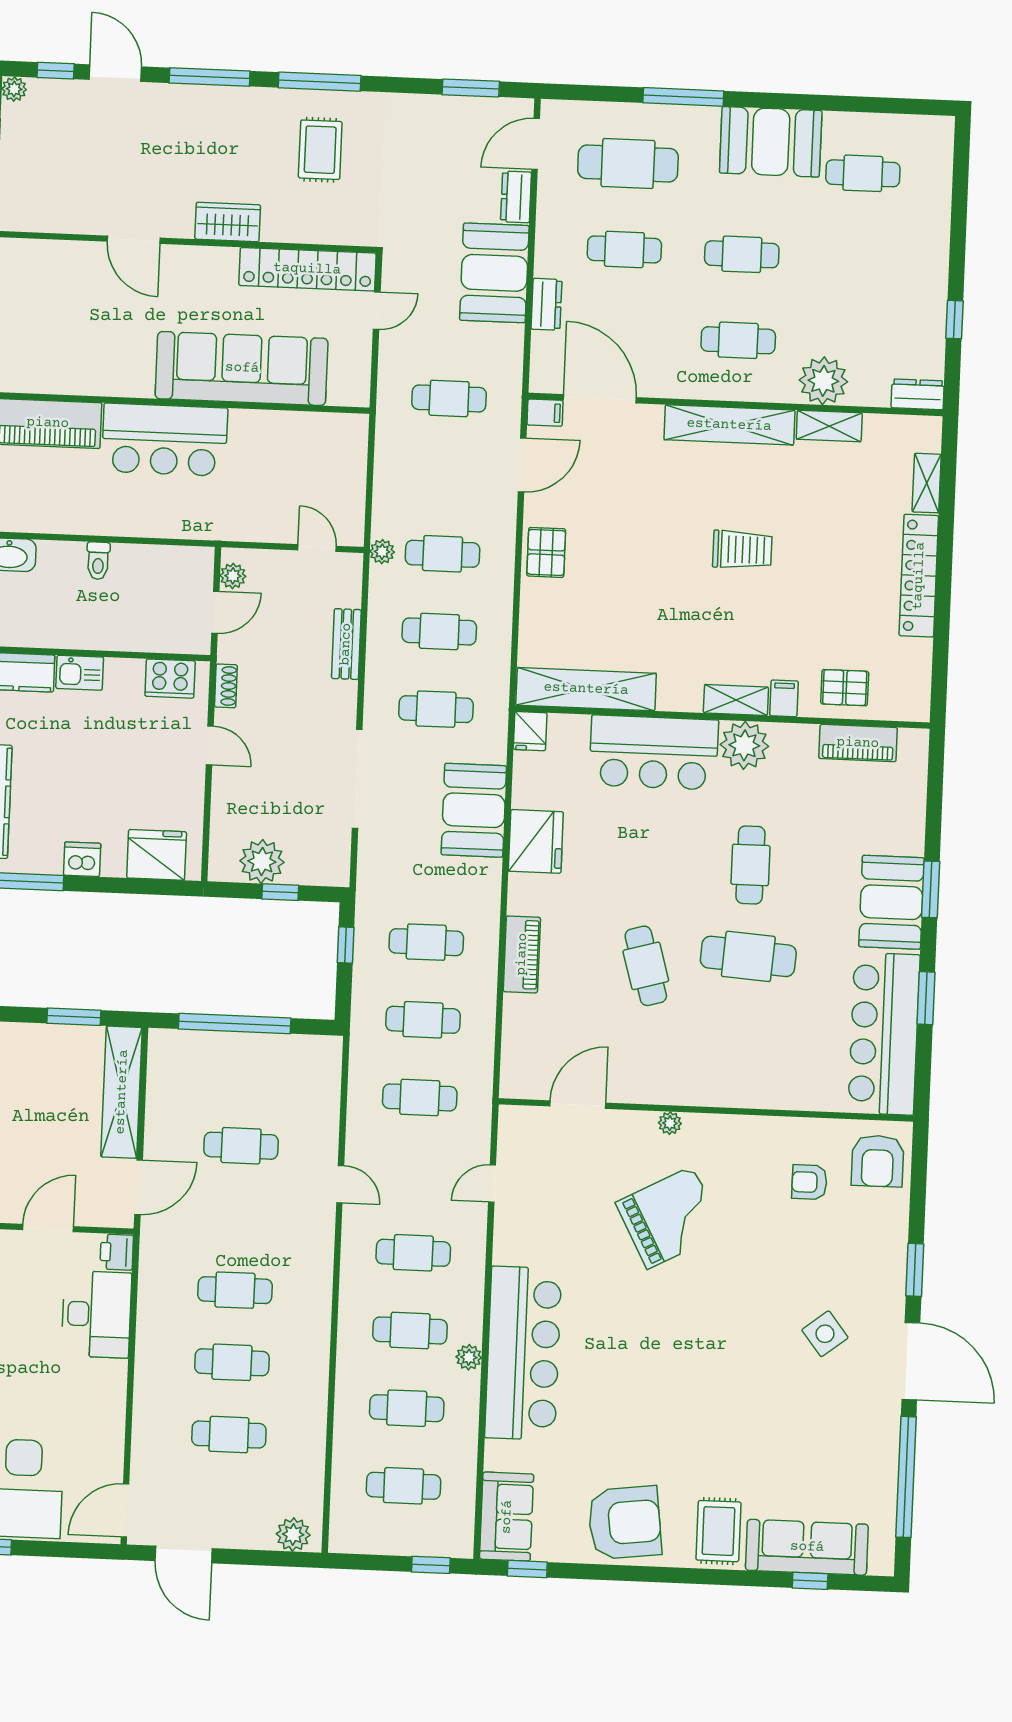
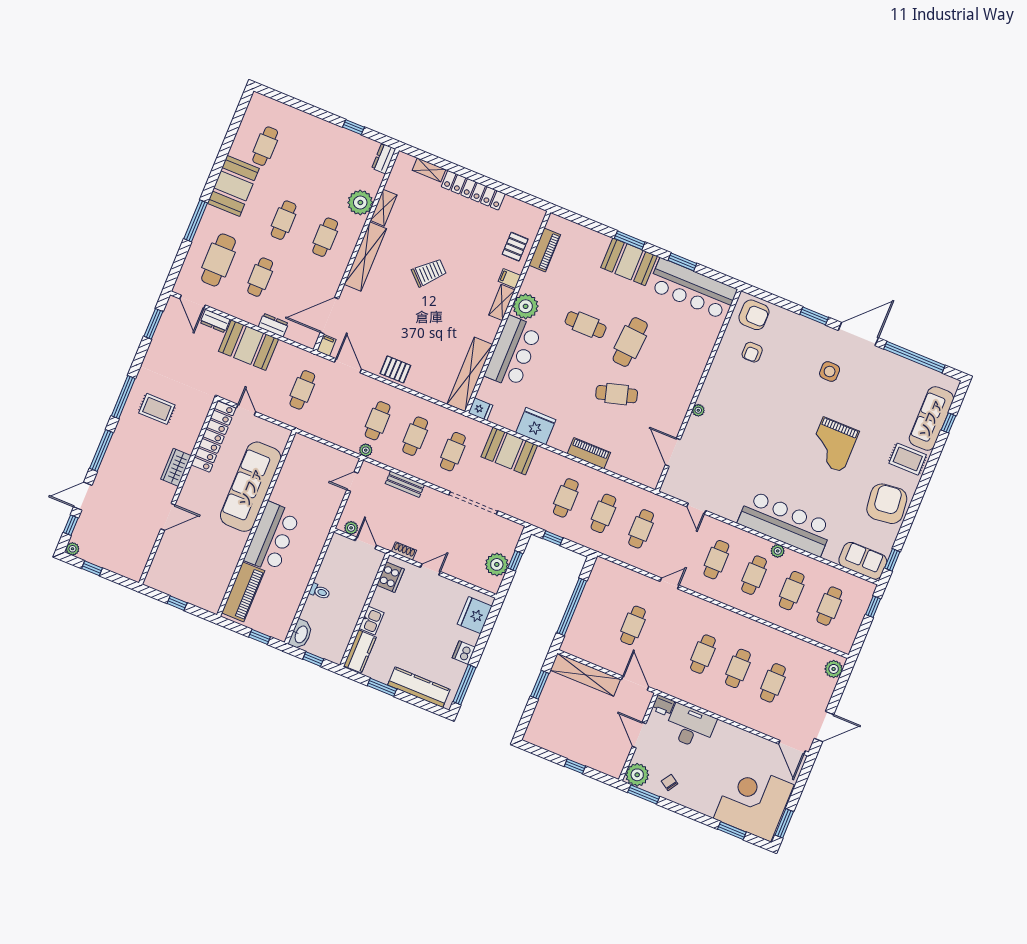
trolley: (742, 550) -> (429, 272), turned 44
grand piano: (670, 1218) -> (833, 445), moved, turned -152
side table: (825, 1334) -> (830, 371), turned 38

